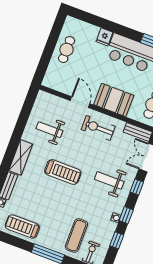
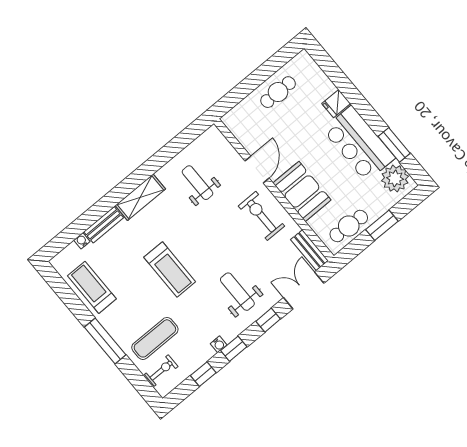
treadmill: (63, 172) -> (170, 270), moved

